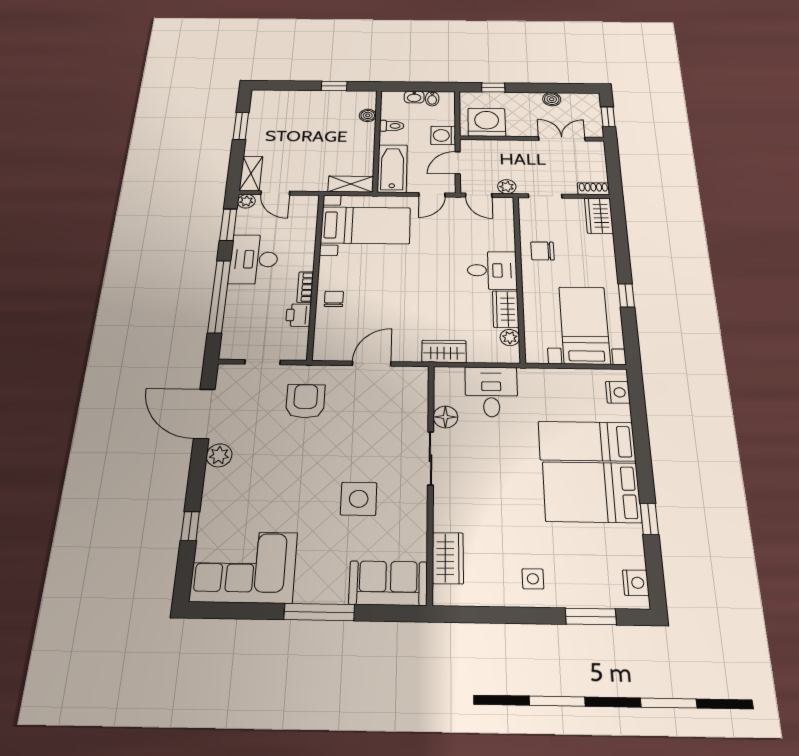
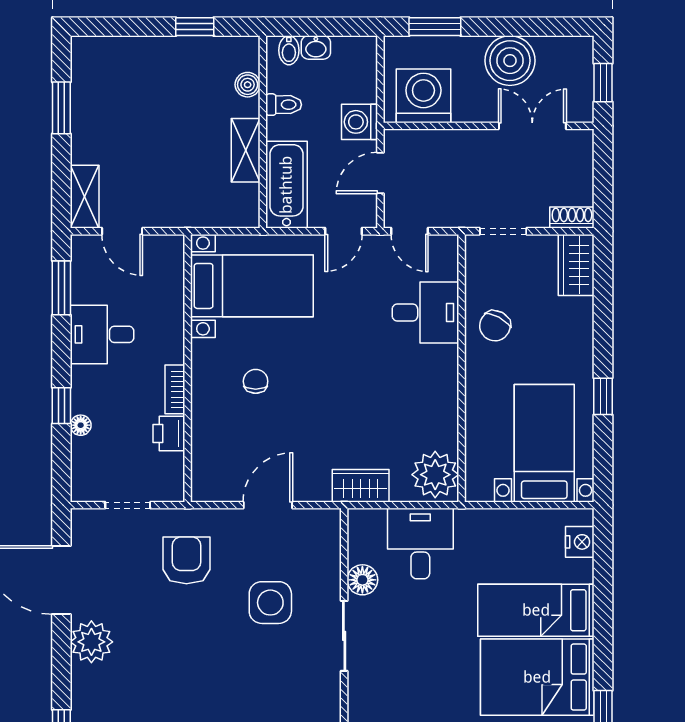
window: (493, 88) -> (435, 27), width x1.50
bidet: (432, 99) -> (289, 50), moved
boiler: (552, 99) -> (510, 61), width x1.86, depth x1.86
shelving: (351, 184) -> (246, 150), moved, turned 90
plant: (507, 187) -> (450, 215), removed
plant: (246, 201) -> (83, 246), removed
chair: (542, 251) -> (495, 326), turned -62
desk: (254, 259) -> (102, 334), width x0.73
desk: (492, 270) -> (425, 313), moved
window: (219, 296) -> (61, 406), width x0.32
chair: (334, 299) -> (256, 381), moved
floor lamp: (232, 309) -> (81, 425), added
wardrobe: (506, 309) -> (442, 420), removed
plant: (510, 338) -> (435, 475), width x1.87, depth x1.87
plant: (219, 455) -> (91, 642), width x1.36, depth x1.36
side table: (359, 499) -> (270, 603), moved

